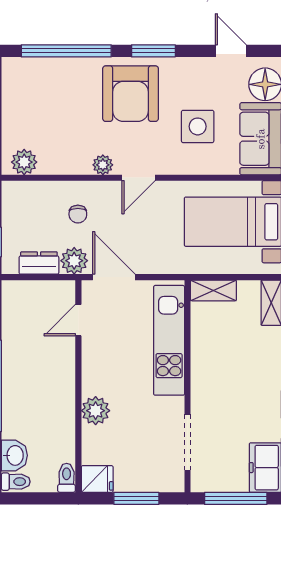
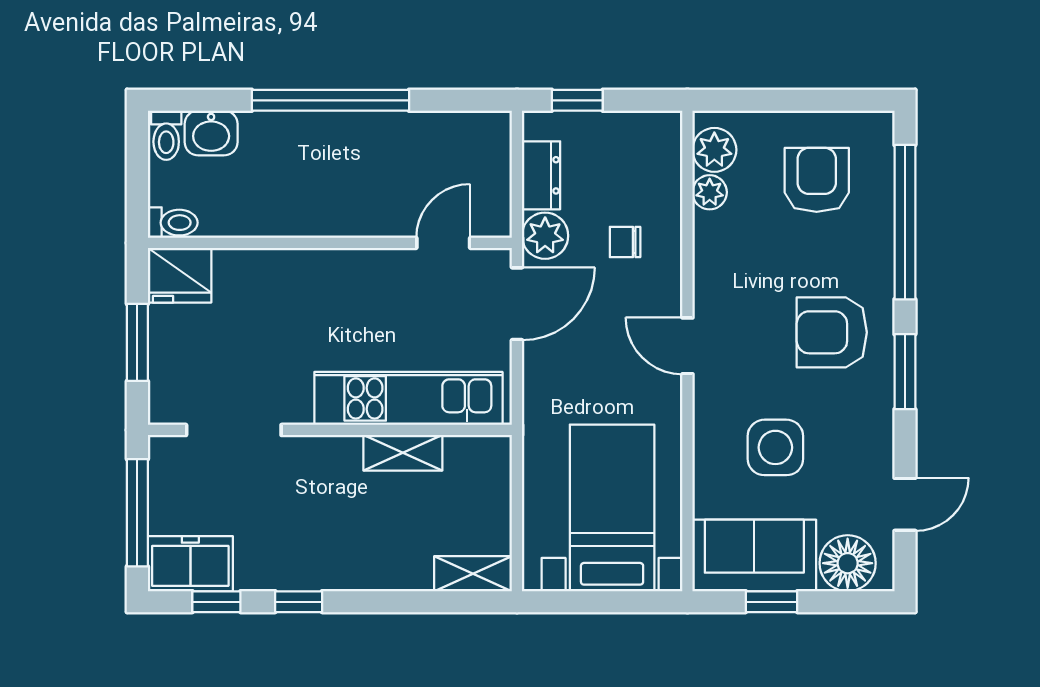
armchair: (131, 94) -> (832, 332), width x0.73, depth x0.73
armchair: (42, 102) -> (817, 180), added
plant: (103, 165) -> (710, 192), moved
shelving: (213, 290) -> (403, 453), moved, turned 90
door: (78, 320) -> (443, 243), hinge flipped
plant: (96, 411) -> (288, 272), removed
fridge: (97, 479) -> (180, 275), width x1.38

